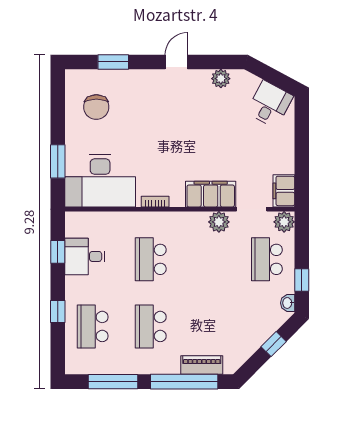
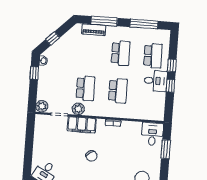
chair: (189, 140) -> (92, 156), added
desk: (100, 181) -> (152, 134), width x0.53, depth x0.77
filing cabinet: (284, 191) -> (41, 124), removed
window: (58, 252) -> (170, 86), moved
desk: (85, 256) -> (156, 81), moved
school desk: (267, 259) -> (85, 88), moved
window: (184, 382) -> (104, 21), width x0.68

